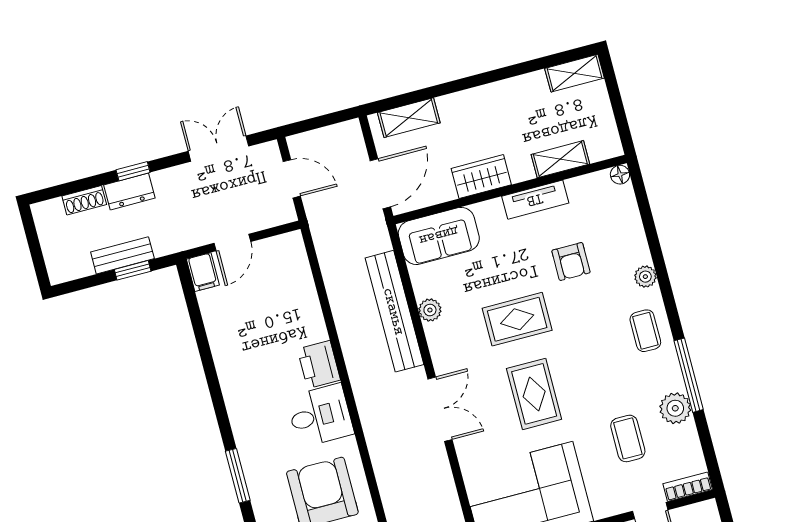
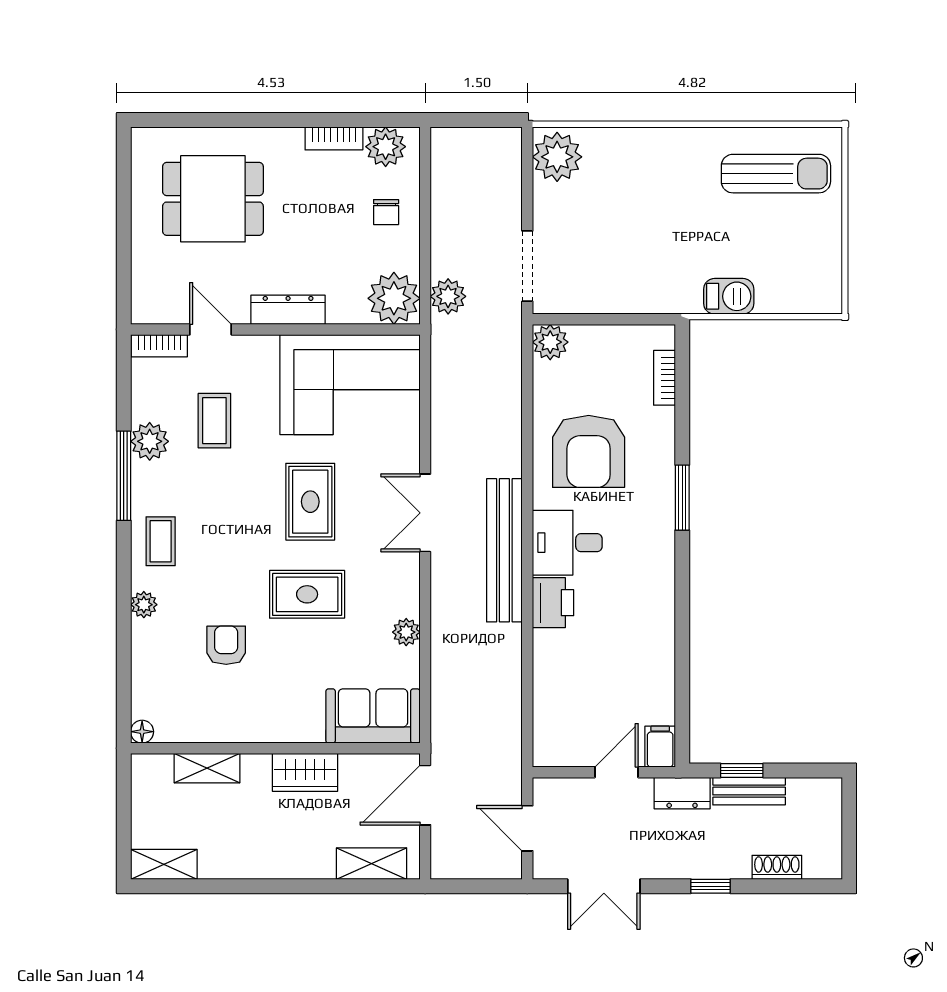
dresser: (129, 191) -> (682, 793), moved, turned 180
tv unit: (535, 200) -> (249, 729), removed
bench: (394, 311) -> (504, 550), moved

